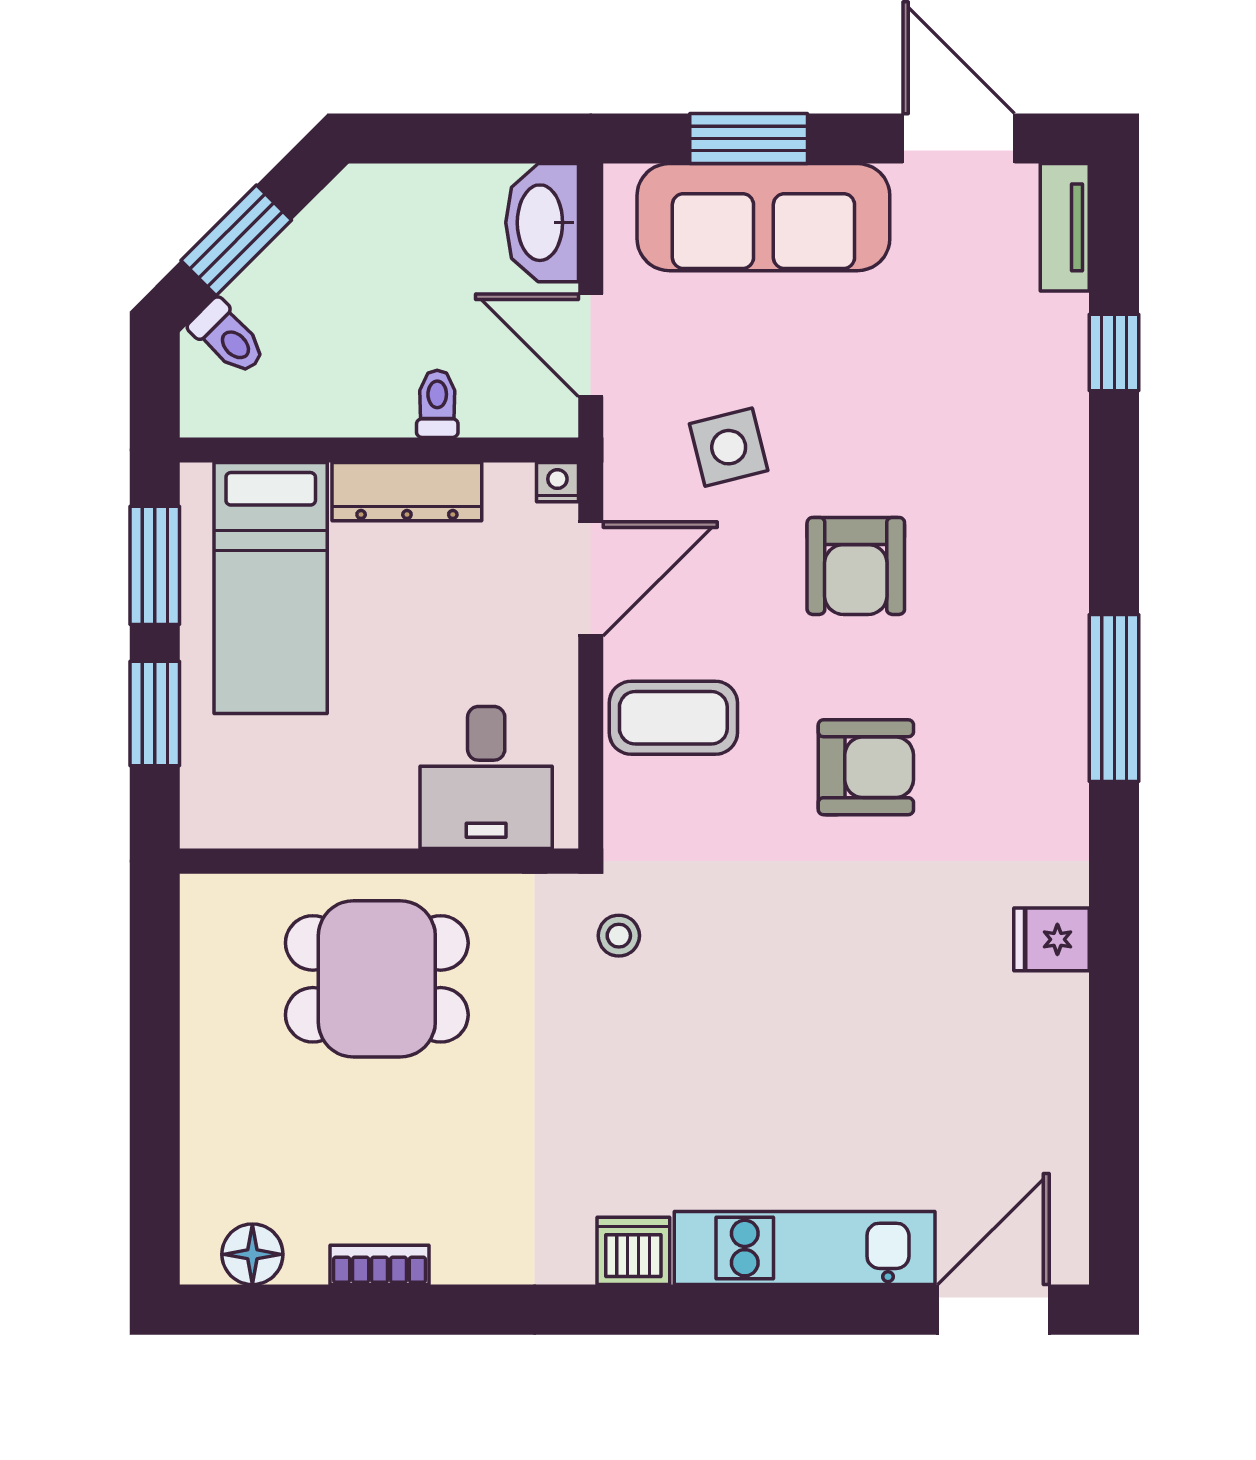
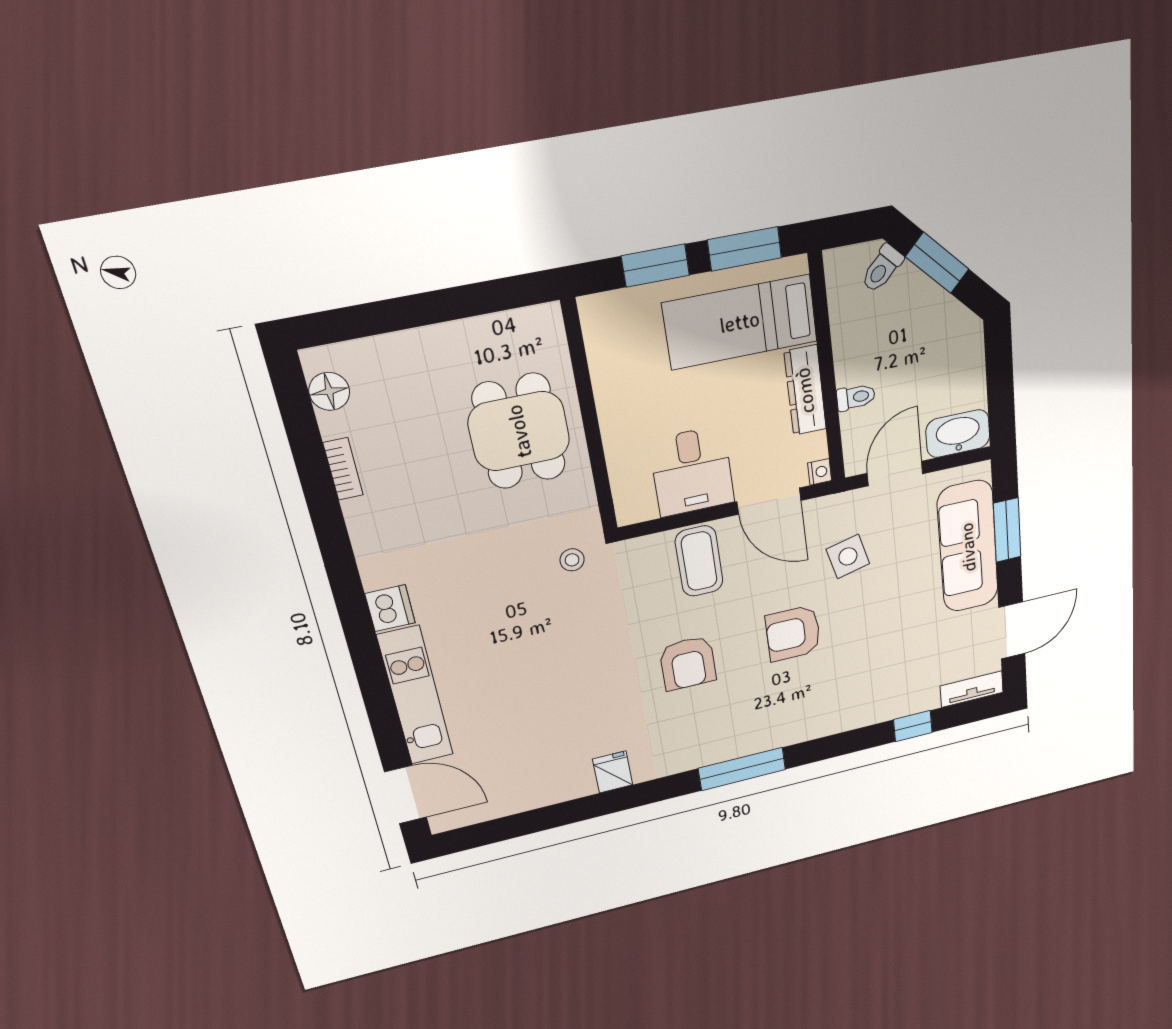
desk: (486, 777) -> (692, 471), moved, turned -90

